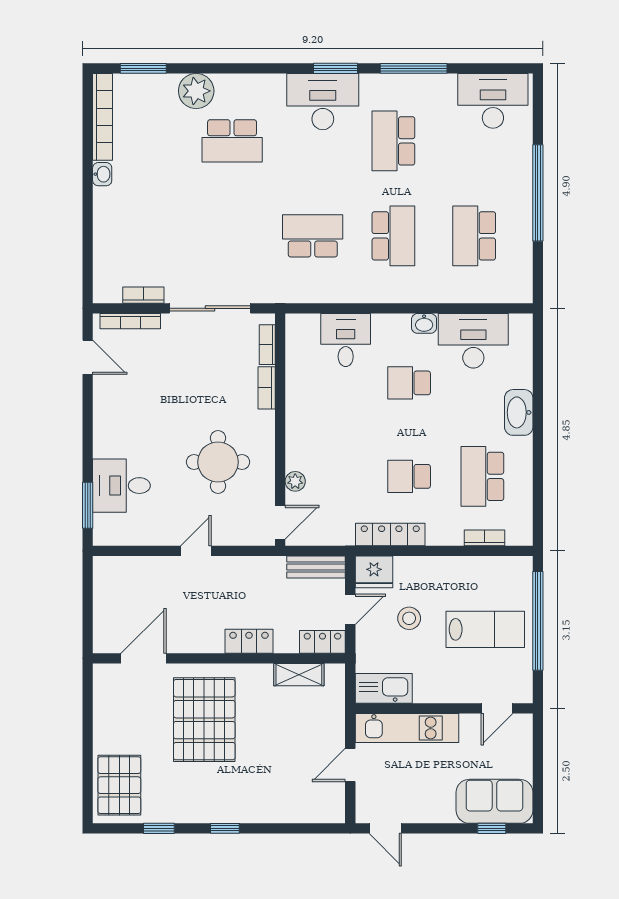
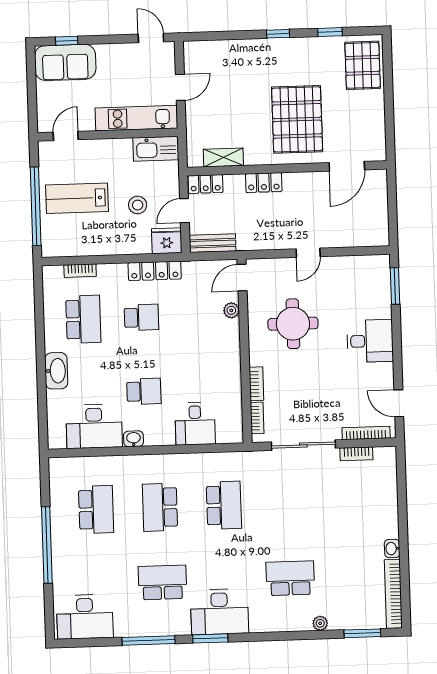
plant: (196, 91) -> (320, 623), width x0.53, depth x0.53
school desk: (393, 141) -> (162, 582), turned -90
school desk: (313, 236) -> (224, 505), turned -90
desk: (121, 486) -> (370, 341), moved

